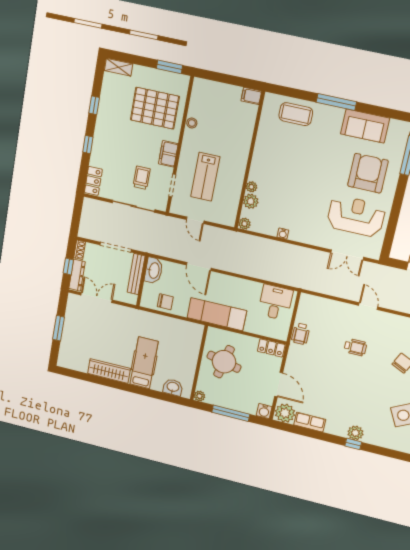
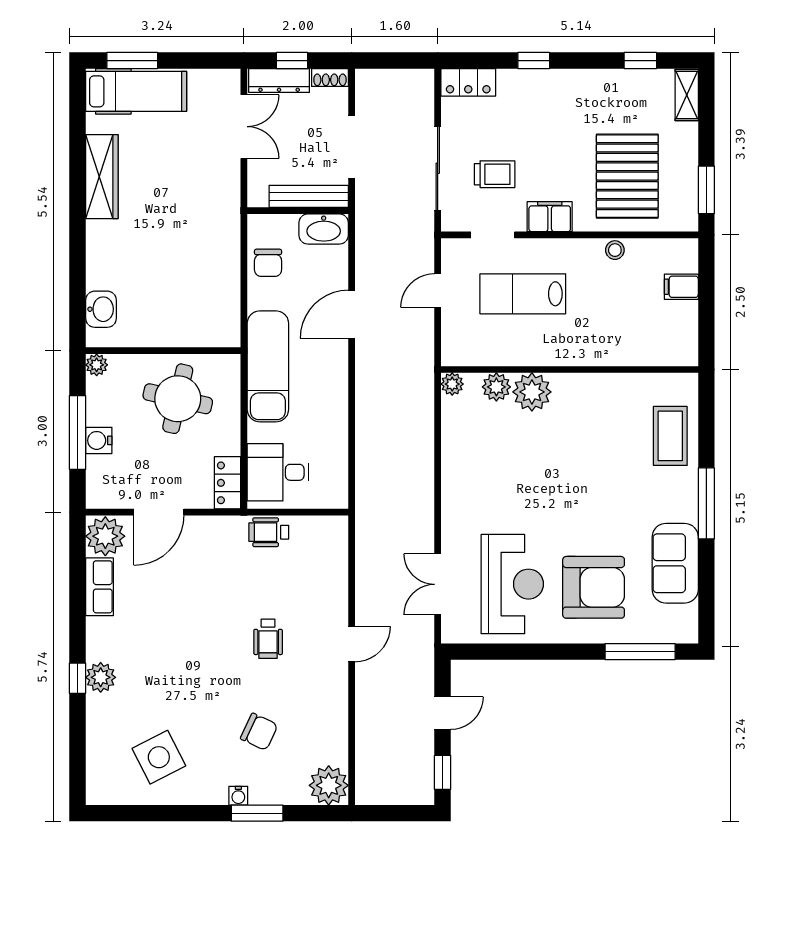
filing cabinet: (251, 96) -> (681, 287), moved, turned -90
window: (94, 105) -> (640, 61), moved
plant: (251, 187) -> (532, 392), width x1.87, depth x1.87
water cooler: (283, 234) -> (450, 459), removed
desk: (275, 302) -> (278, 472), moved, turned 180
window: (58, 328) -> (132, 61), moved
hospital bed: (144, 363) -> (136, 91), moved
water cooler: (264, 411) -> (99, 440), moved

